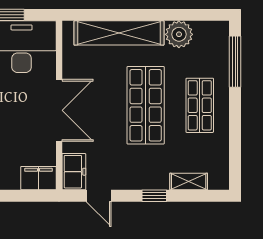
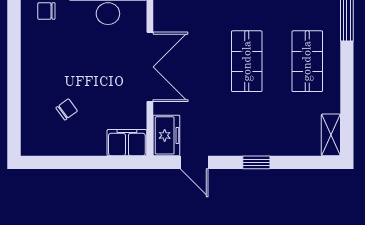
shop shelf: (146, 105) -> (247, 61), width x0.70, depth x0.74
shelving: (189, 181) -> (331, 135), moved, turned 90

